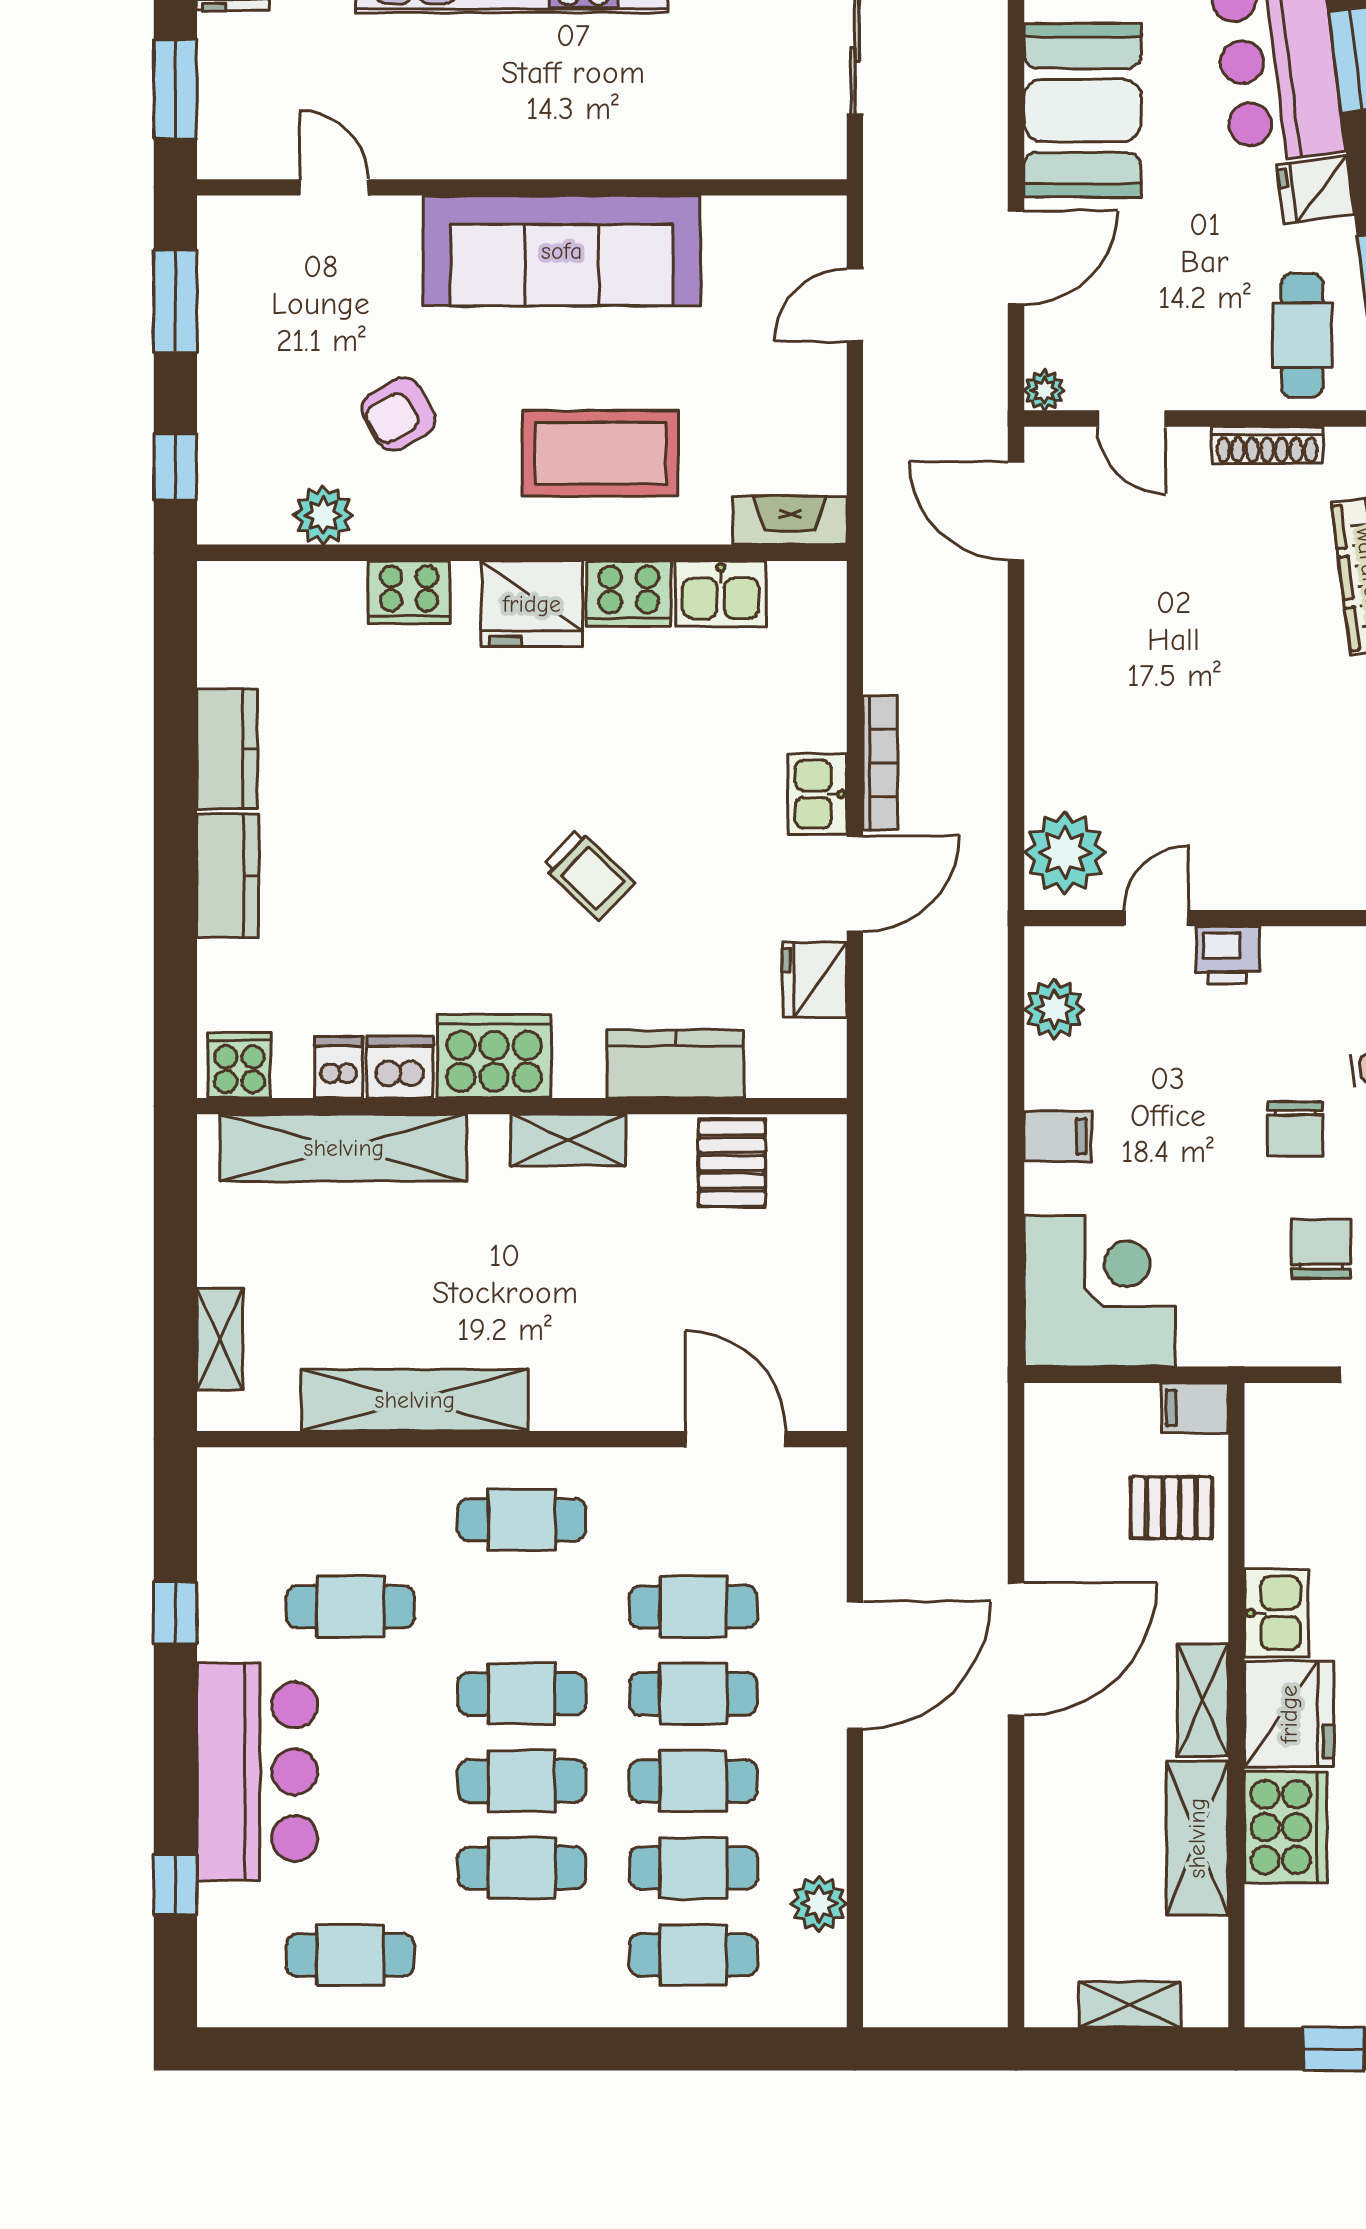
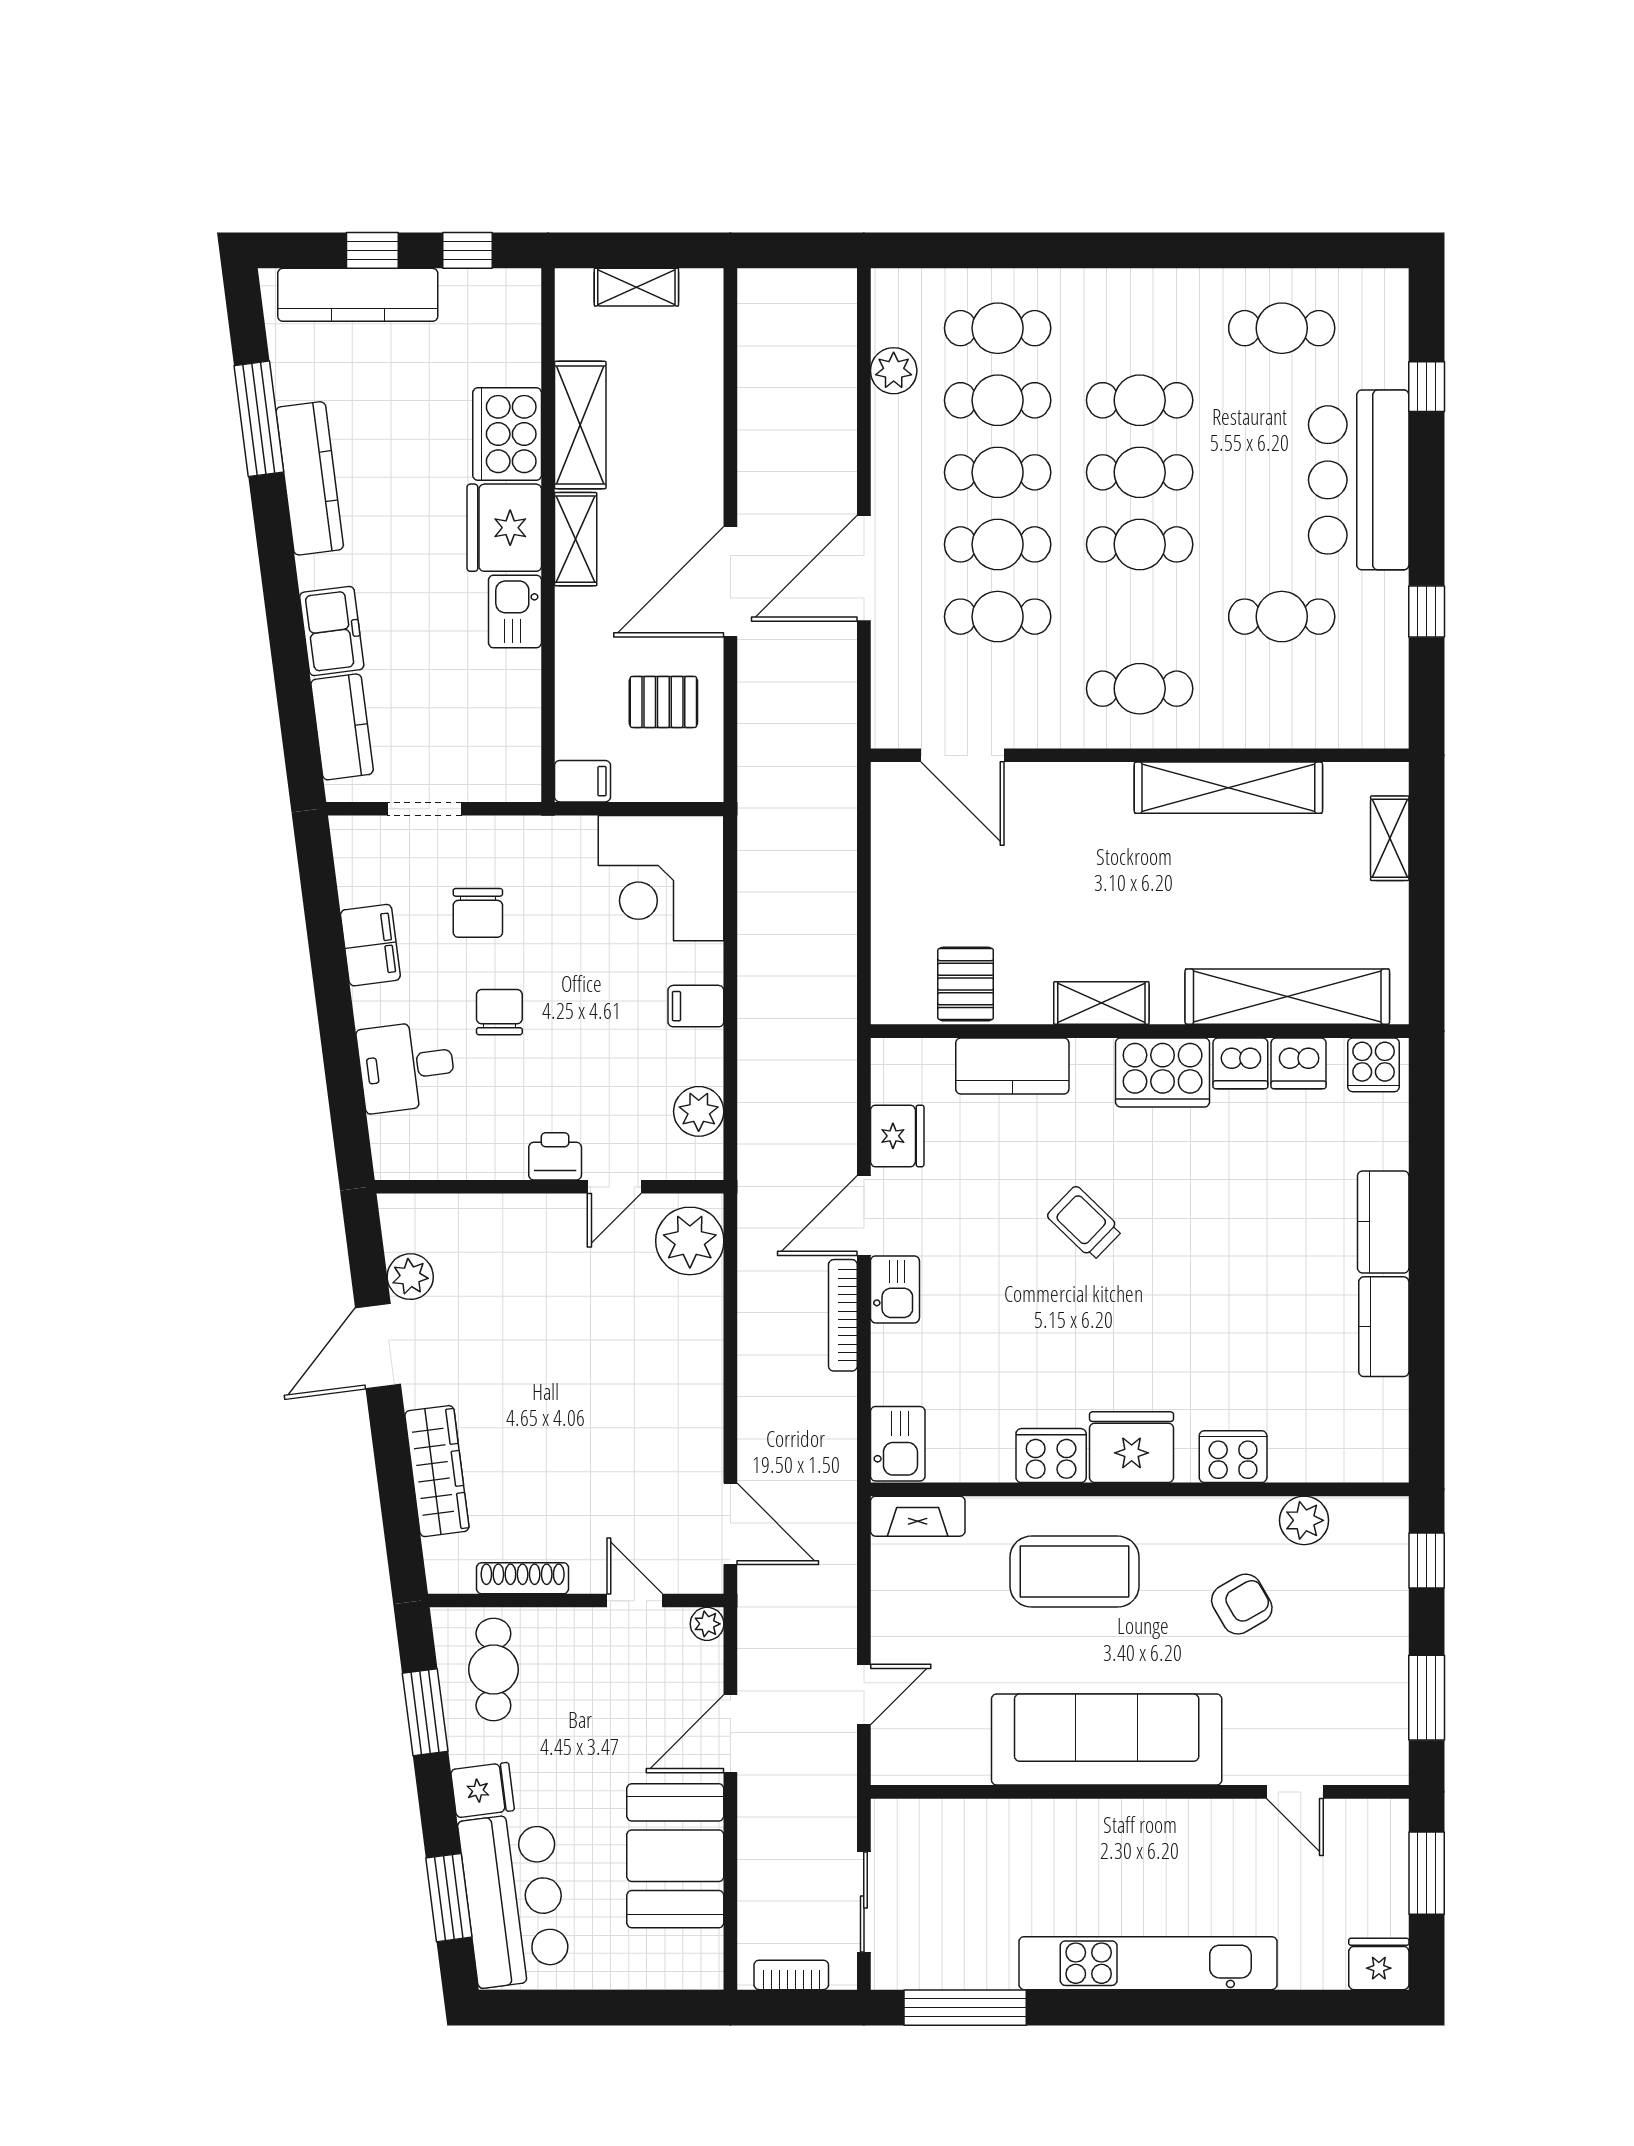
kitchen sink: (721, 594) -> (898, 1444), moved, turned 90
dishwasher: (339, 1067) -> (1299, 1063), width x1.38
pallet: (1171, 1508) -> (663, 702), moved

